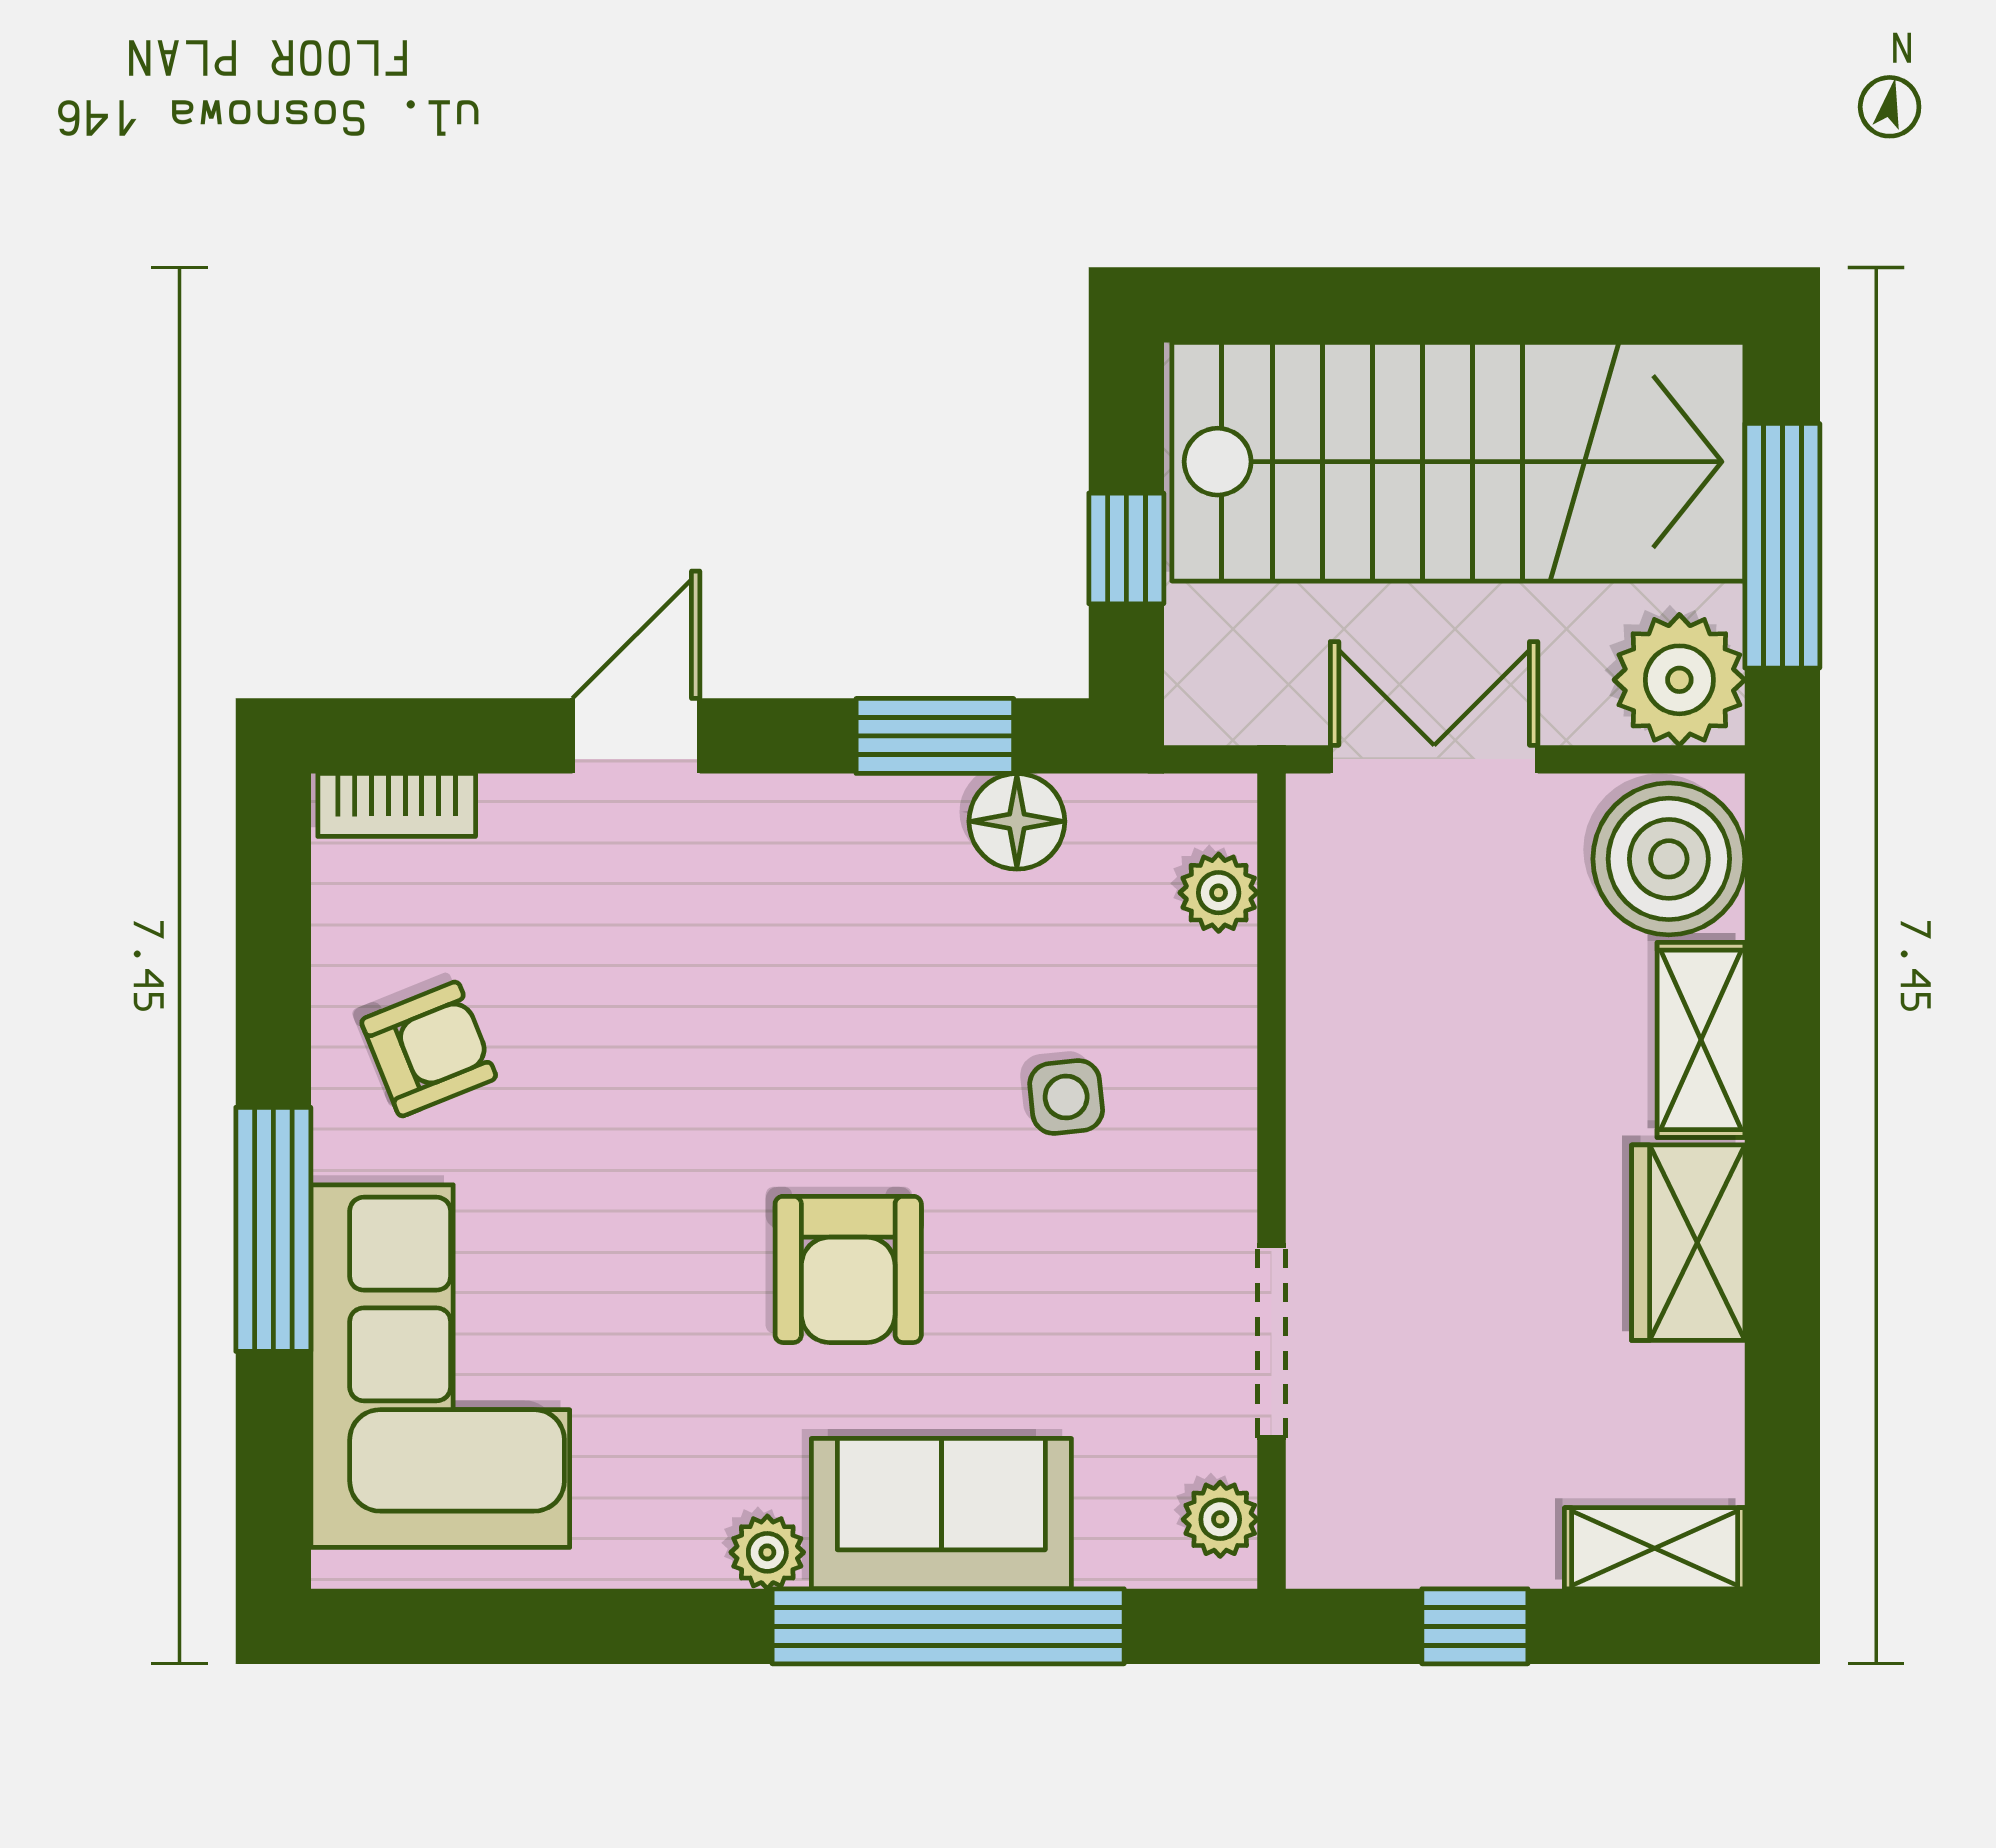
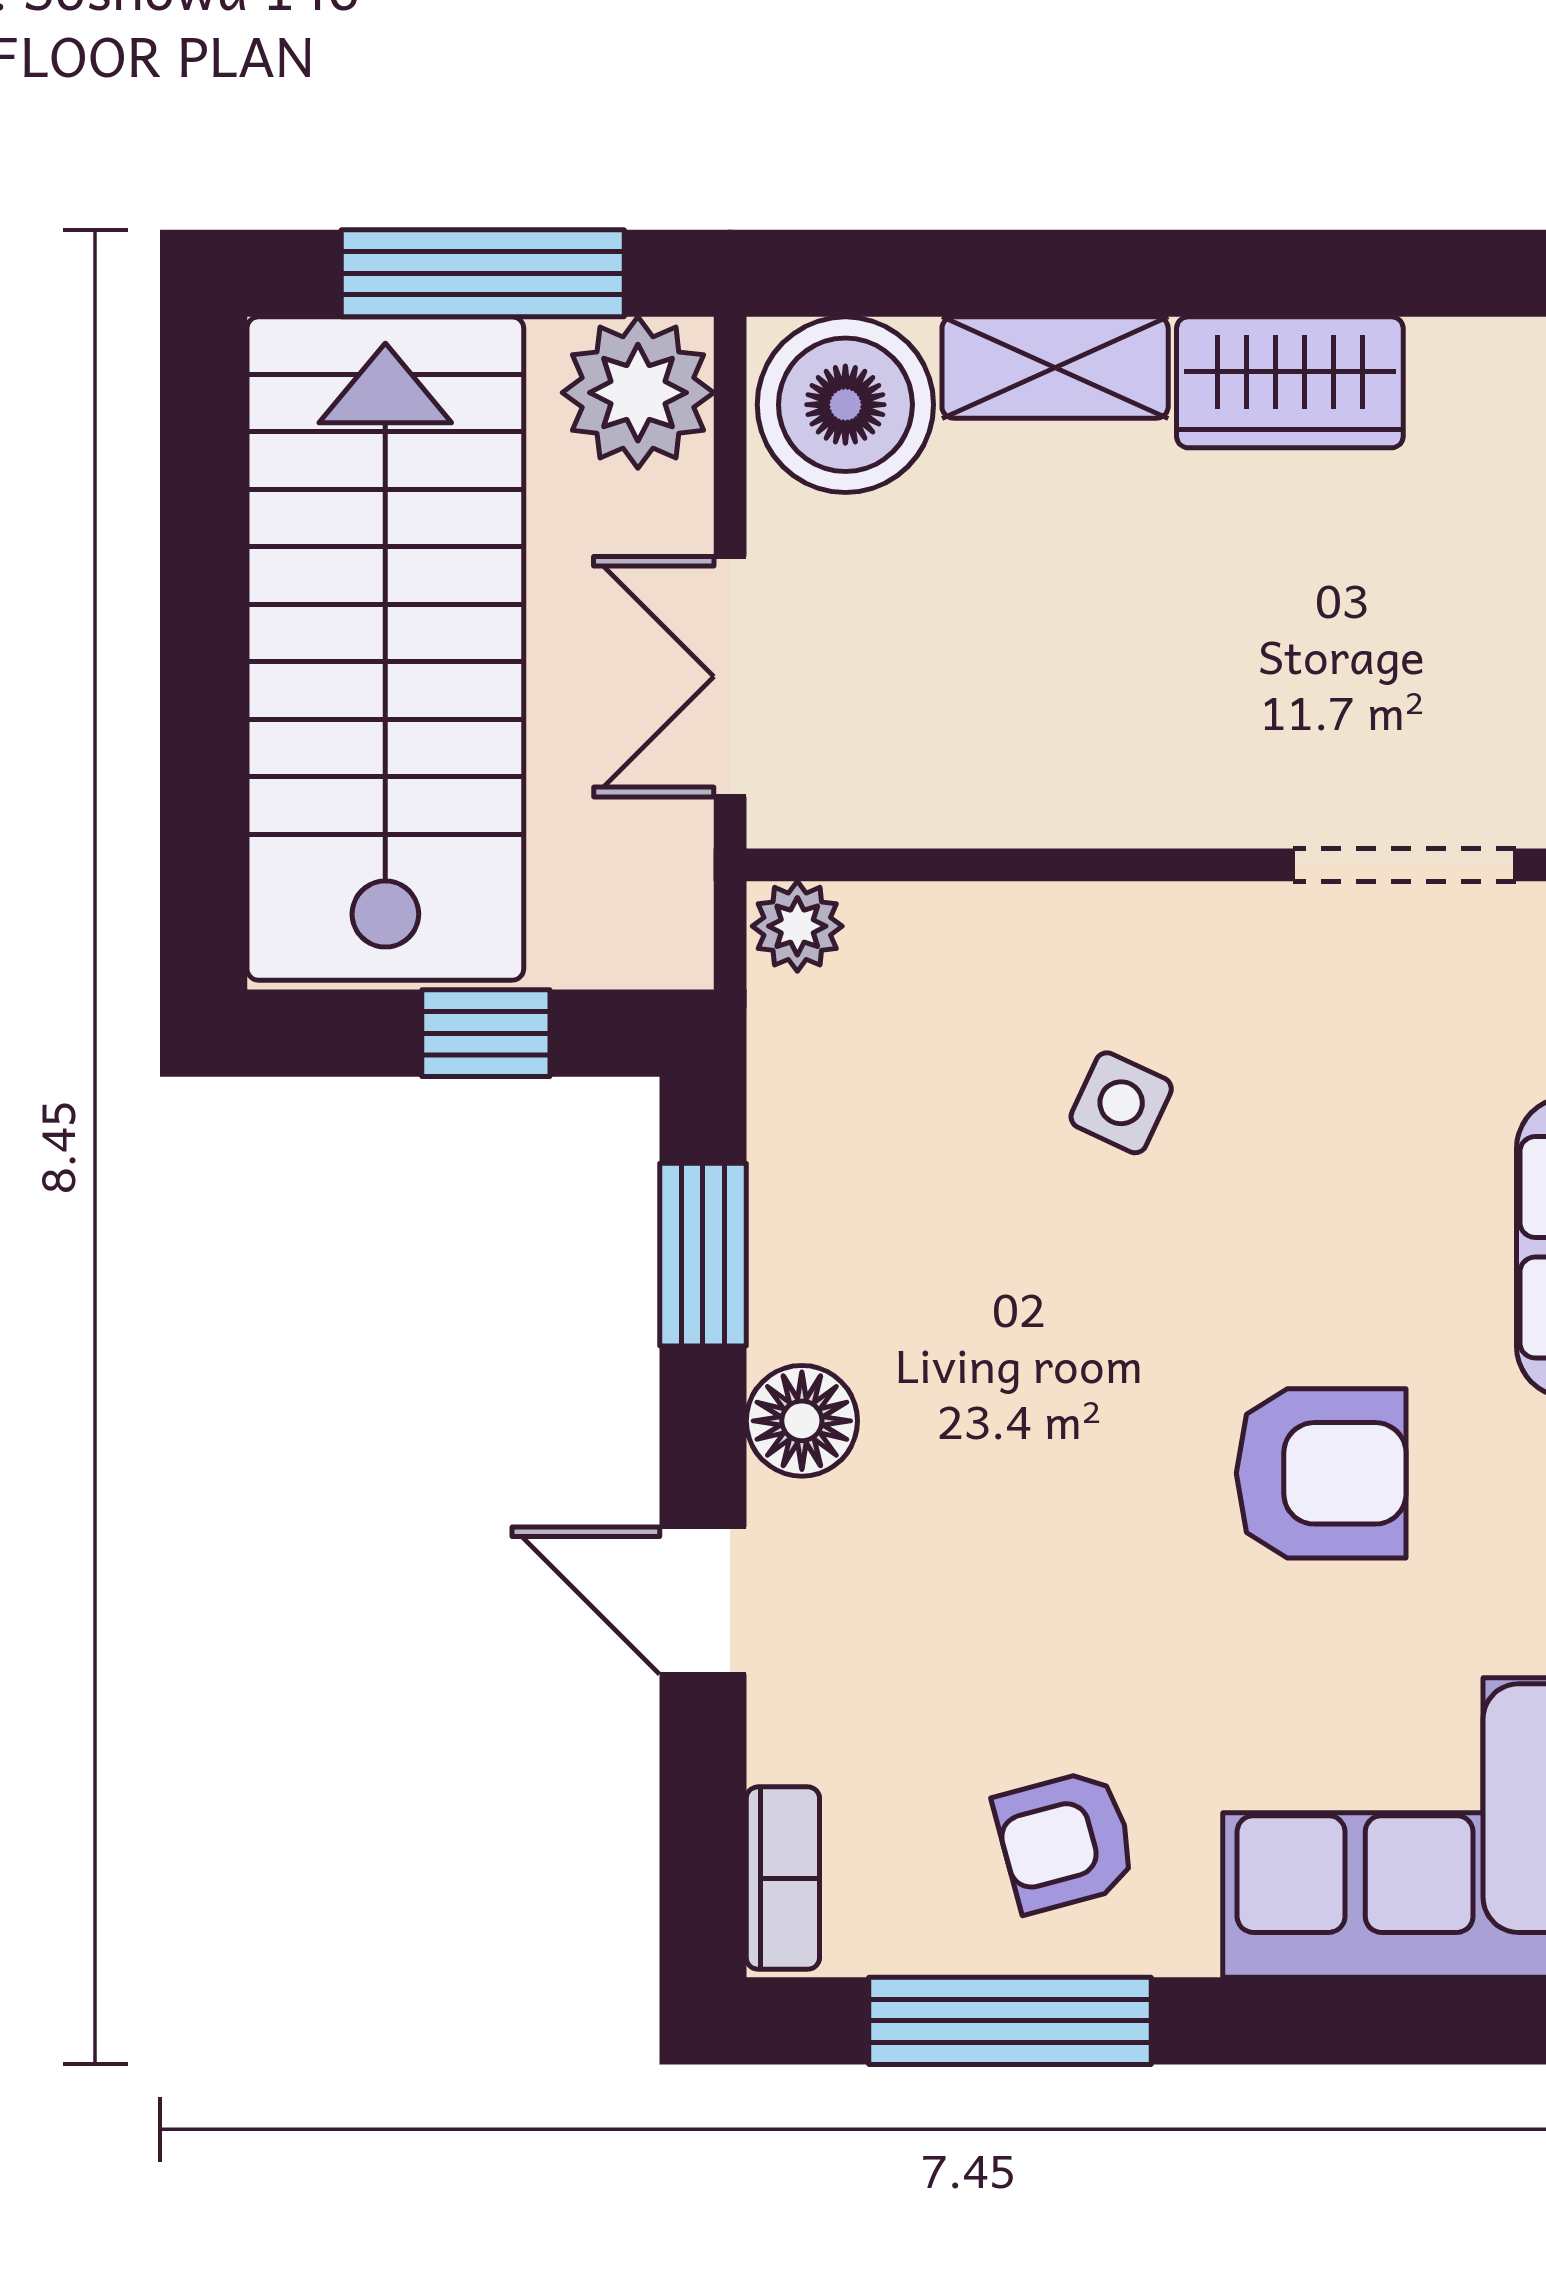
floor lamp: (1017, 821) -> (802, 1421), moved
plant: (1219, 893) -> (797, 926), moved
armchair: (429, 1049) -> (1066, 1841), turned -83
side table: (1066, 1097) -> (1121, 1103), turned 31
window: (273, 1229) -> (1010, 2021), moved
armchair: (848, 1269) -> (1321, 1473), moved

